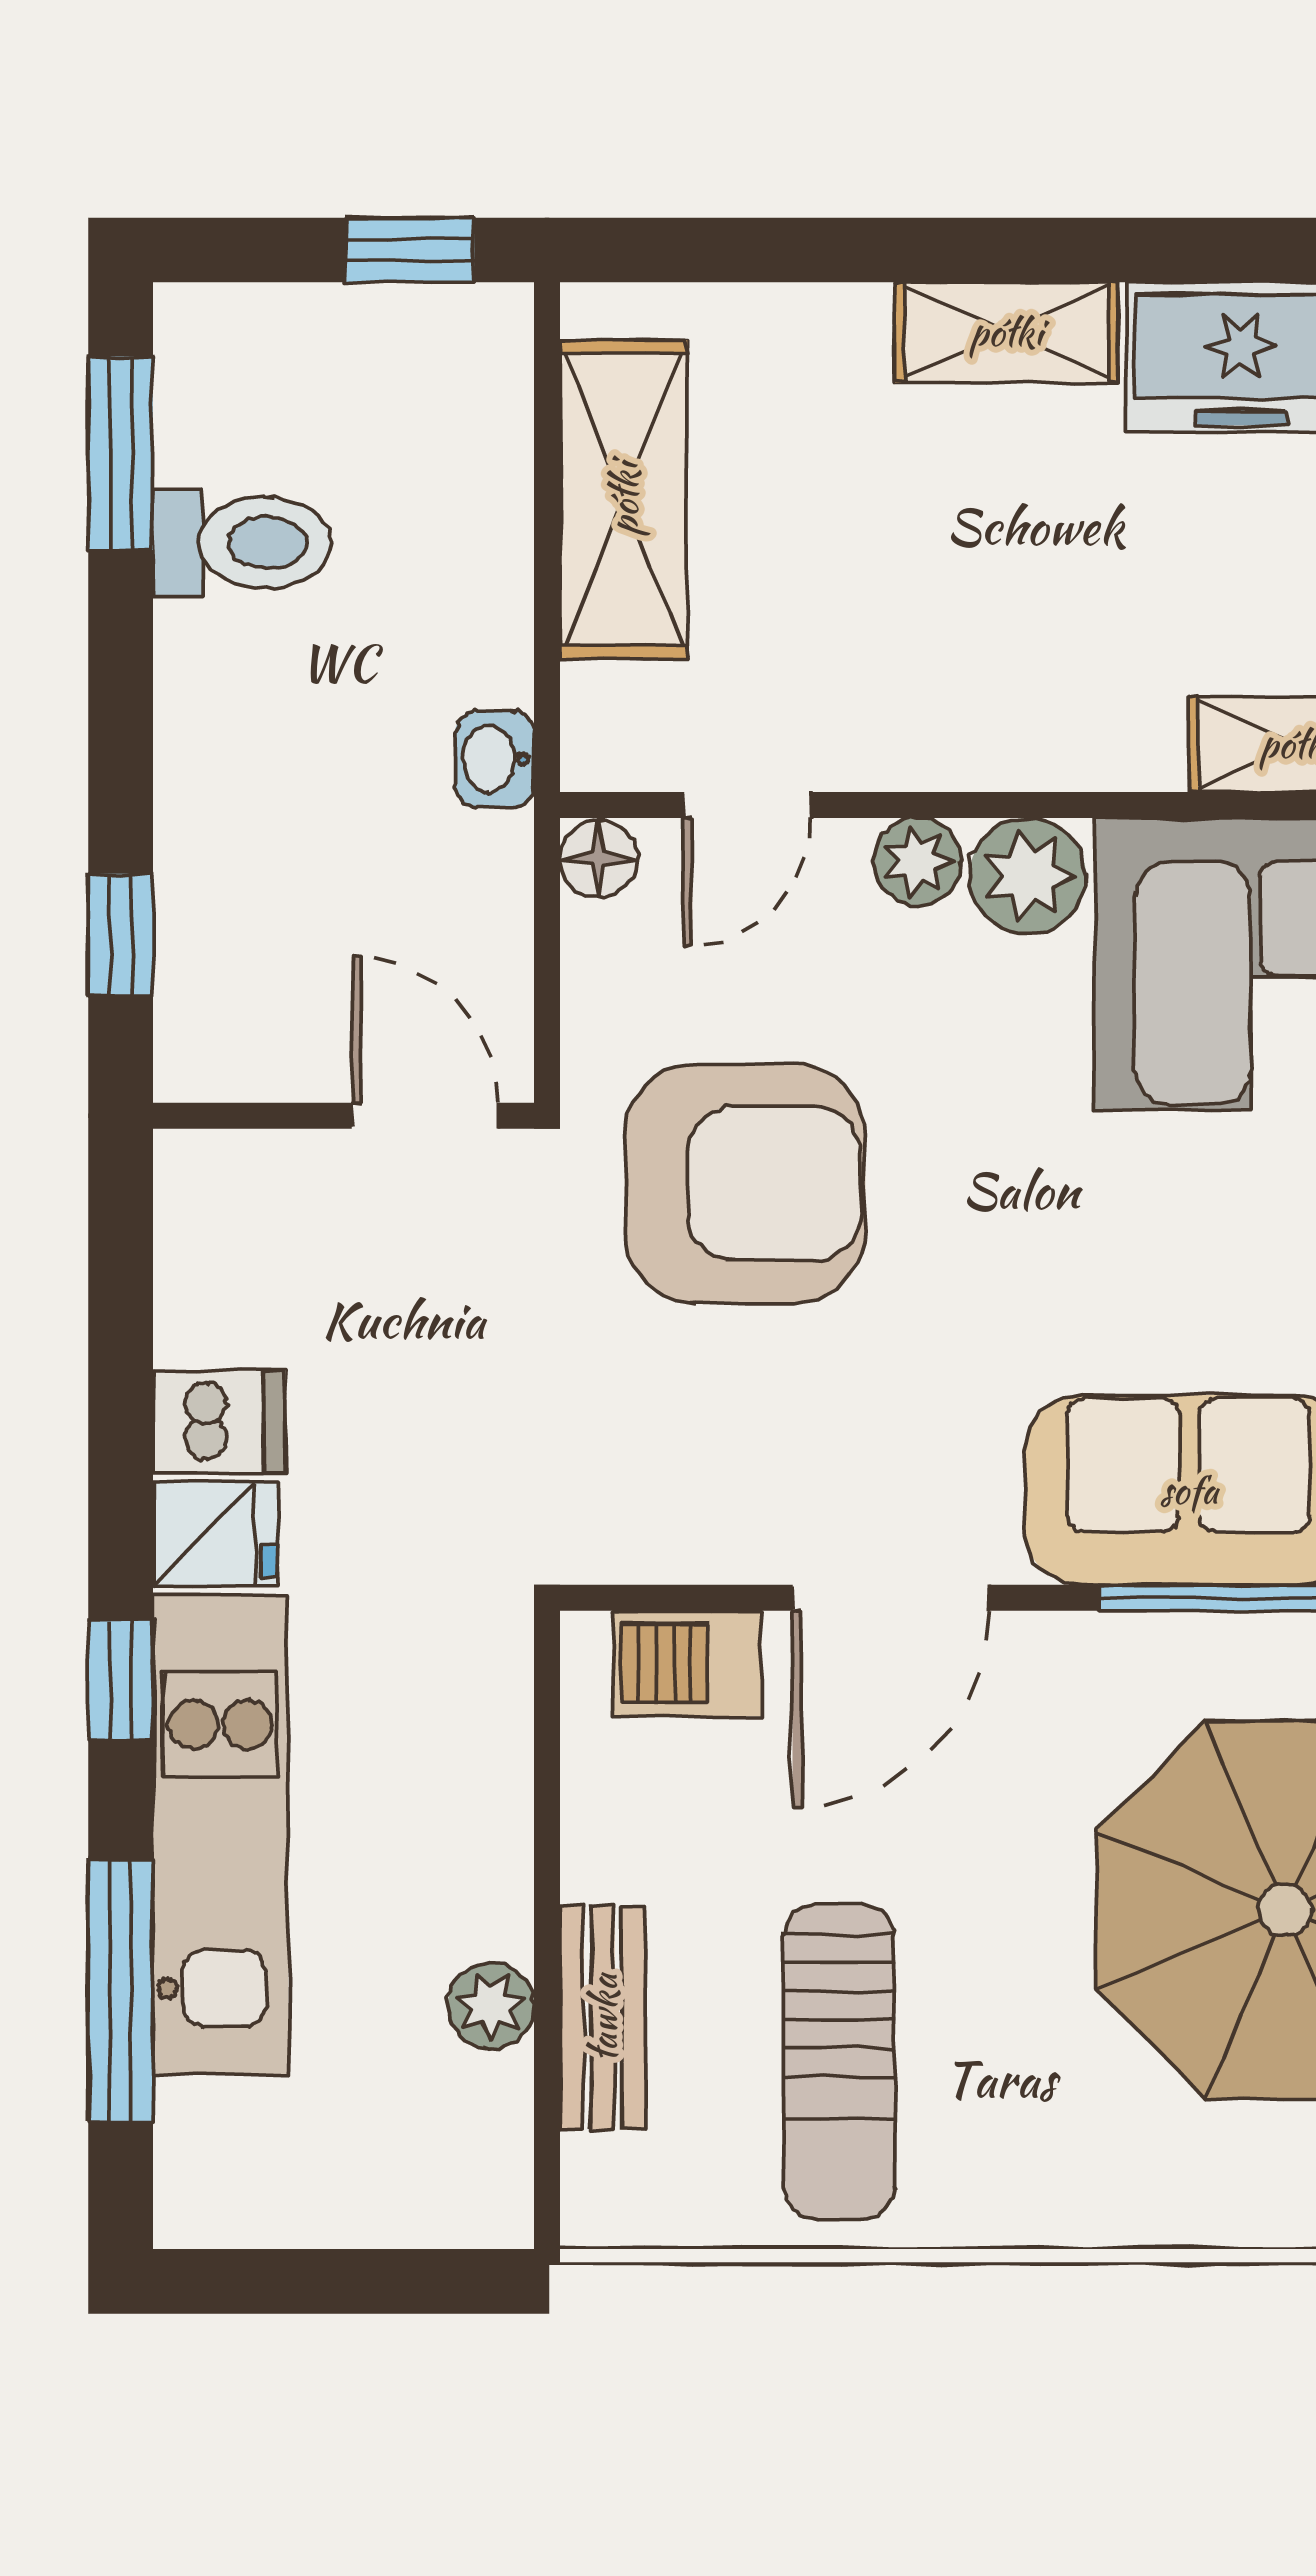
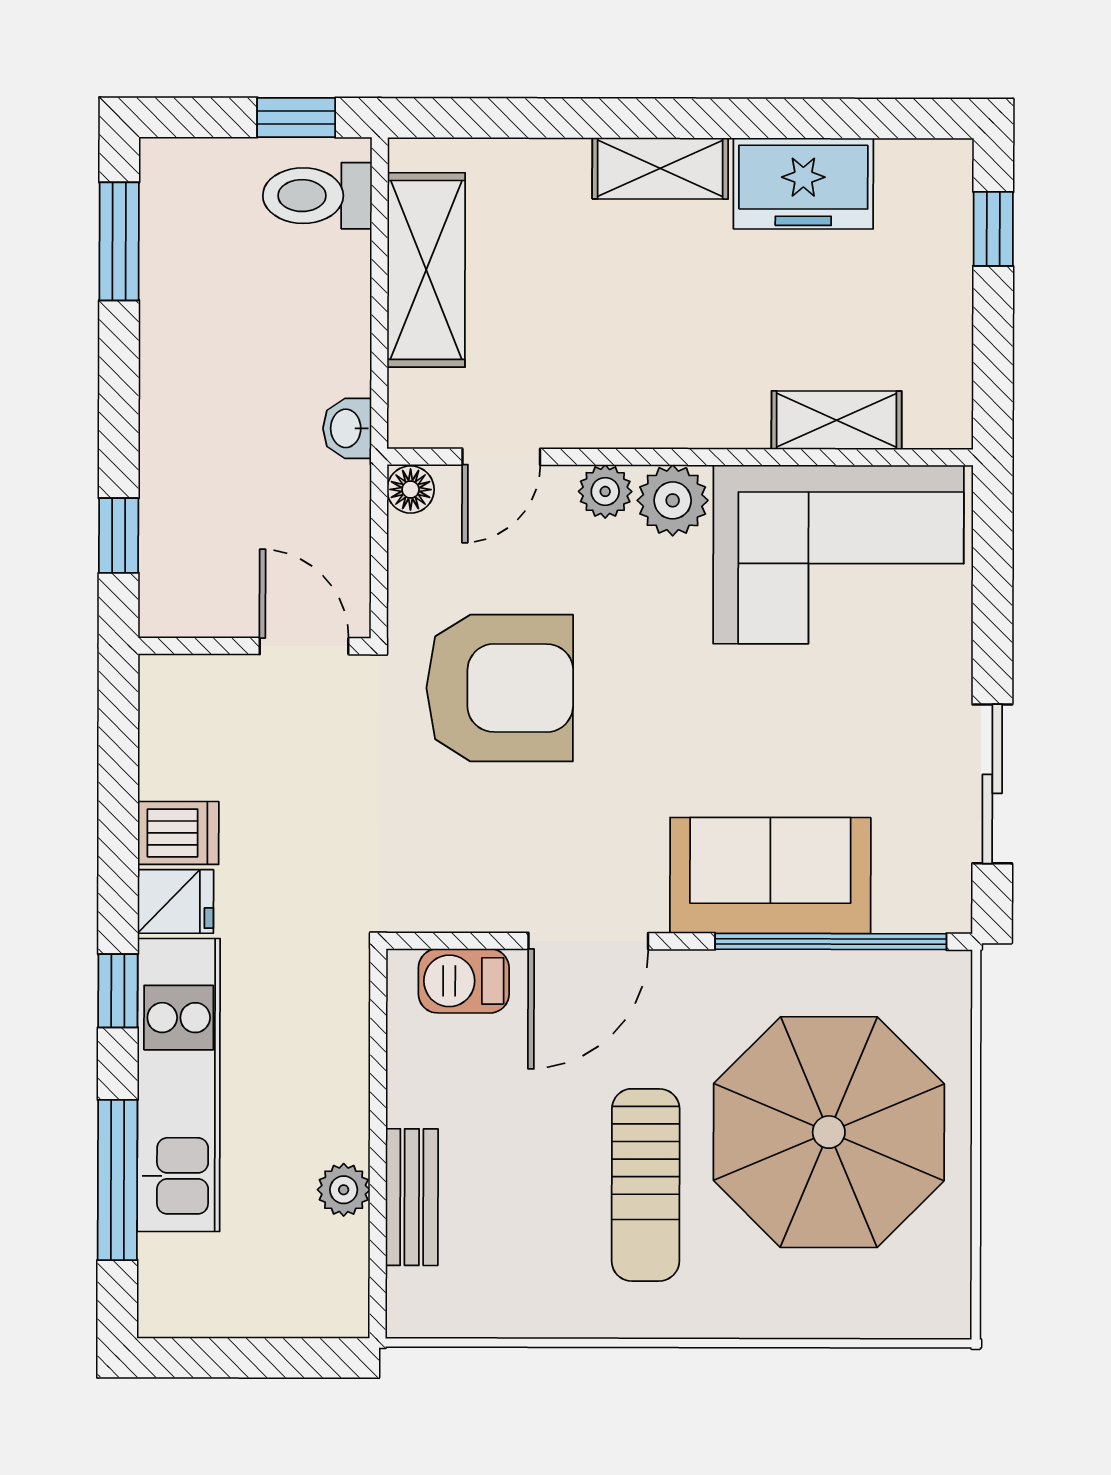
toilet: (242, 543) -> (317, 196), moved, turned 180
sun lounger: (839, 2062) -> (646, 1185), moved

